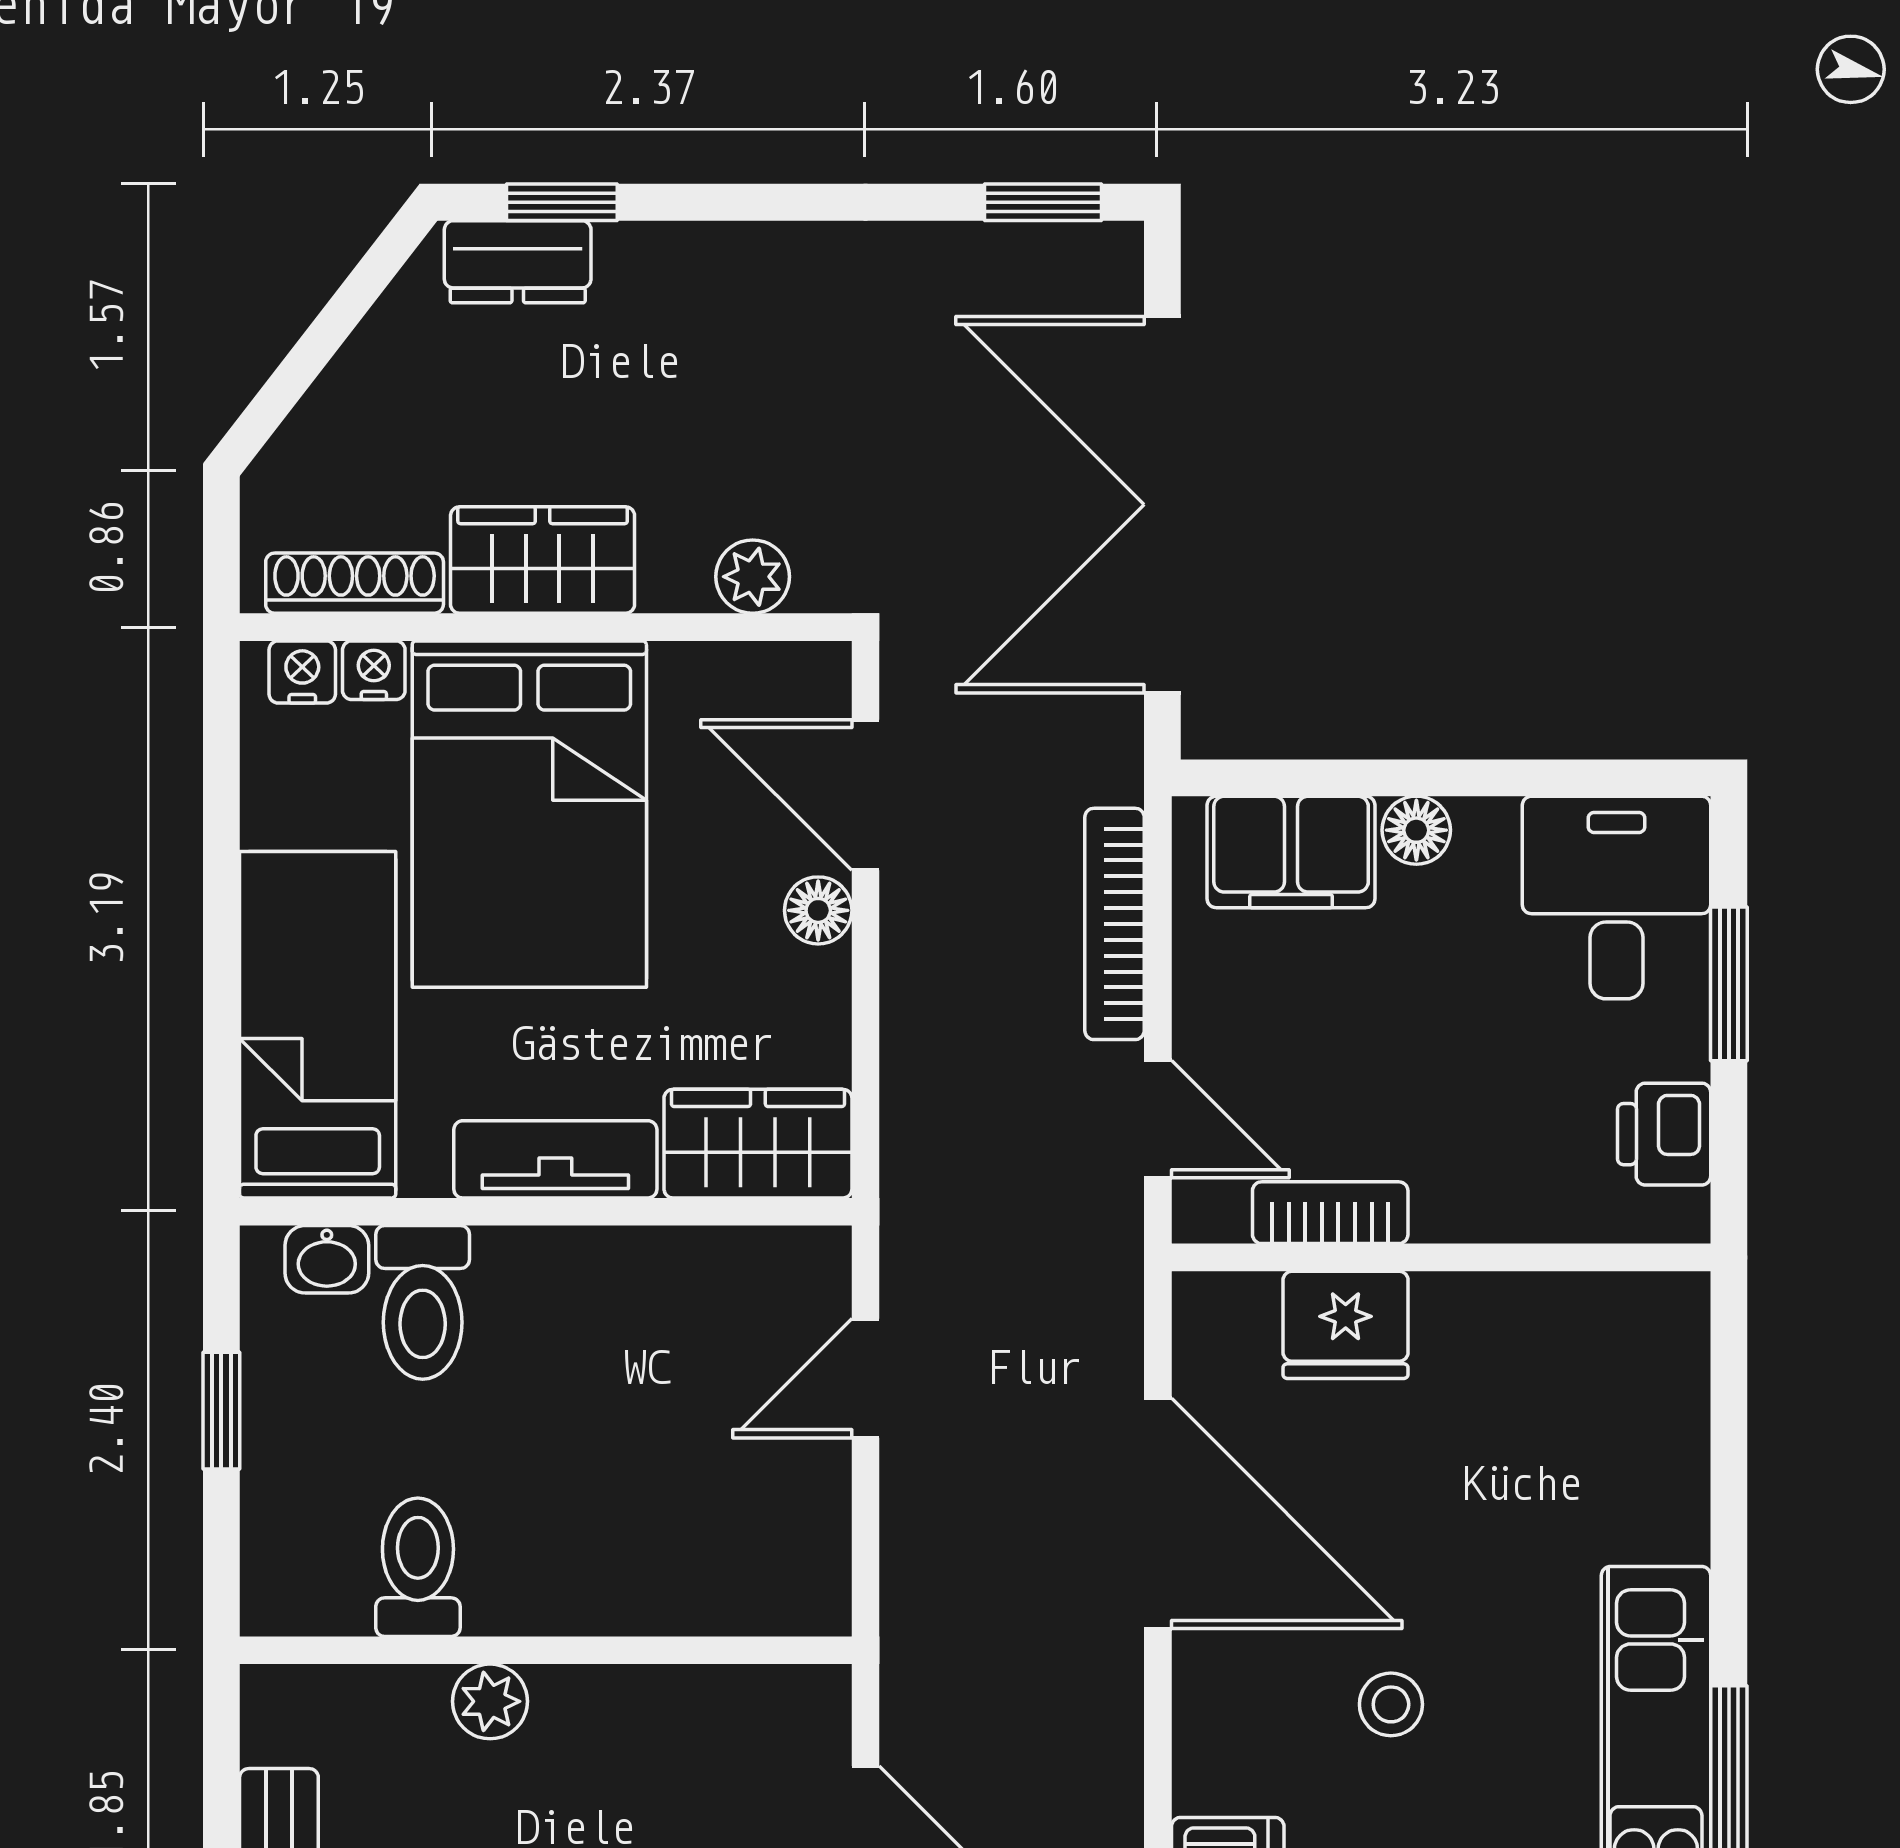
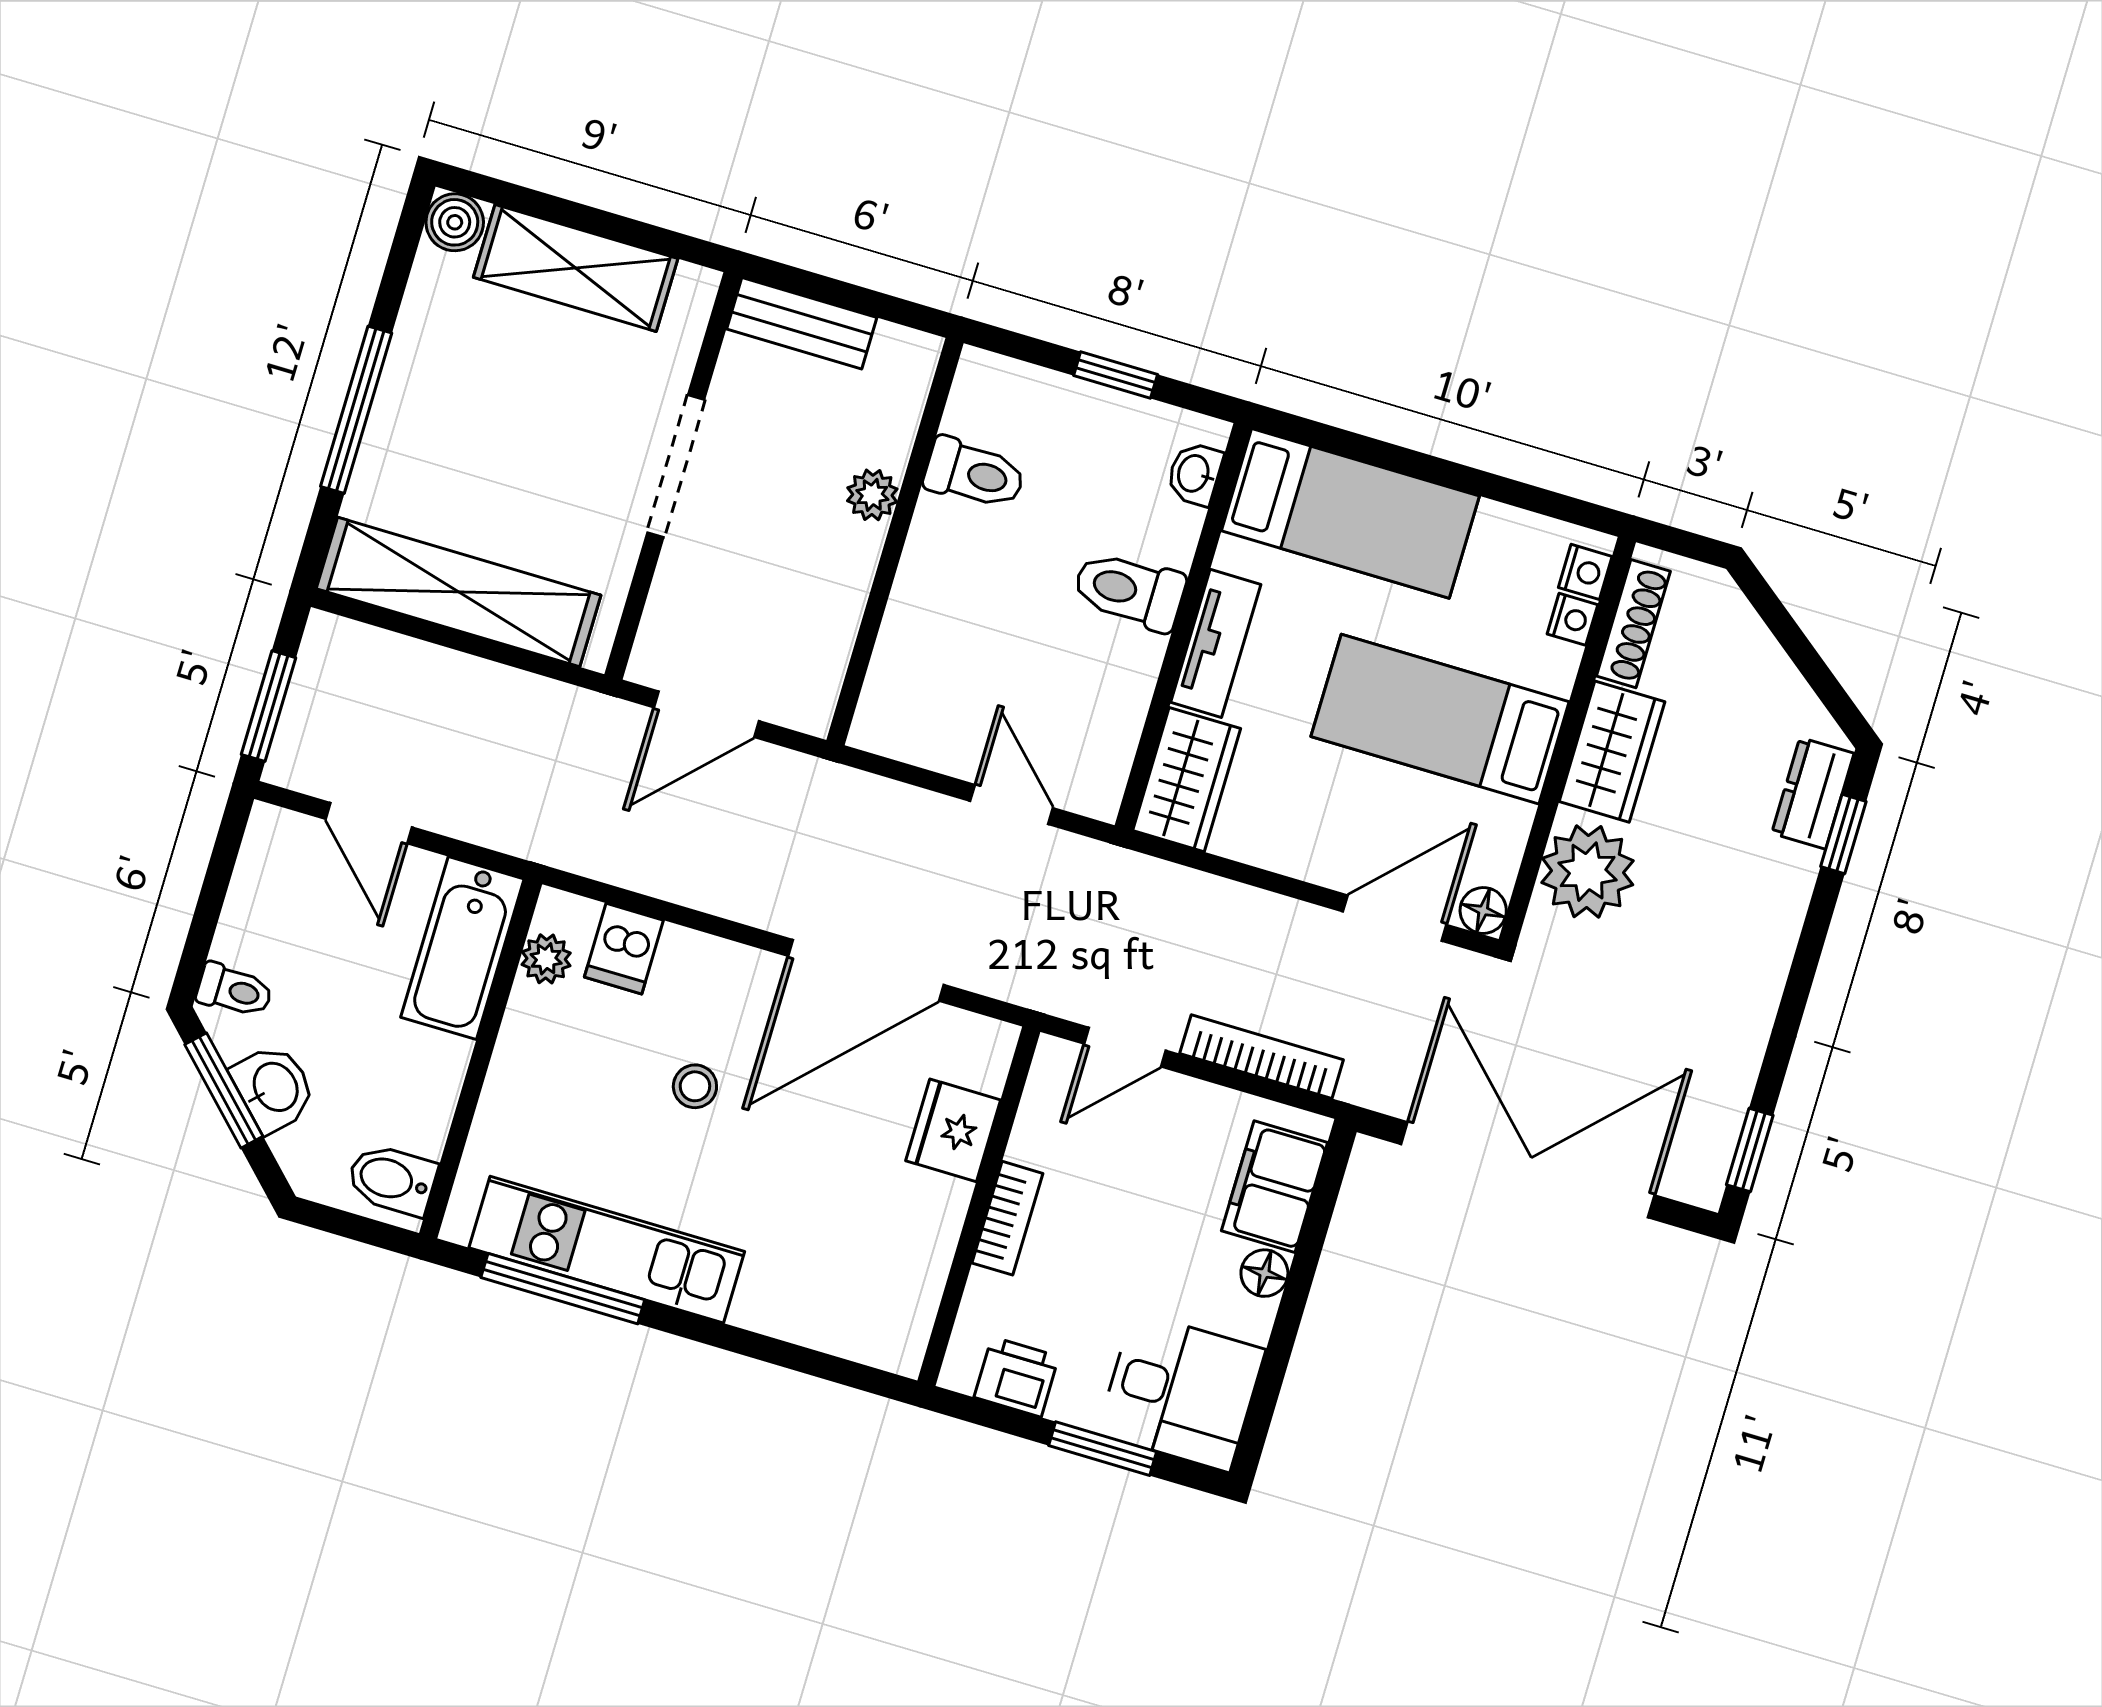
plant: (753, 577) -> (1588, 872), width x1.88, depth x1.88
bed: (529, 814) -> (1440, 719), width x0.67
floor lamp: (818, 910) -> (1483, 910), moved
bookcase: (1330, 1213) -> (1007, 1218), moved
toilet: (423, 1302) -> (1129, 591), moved

